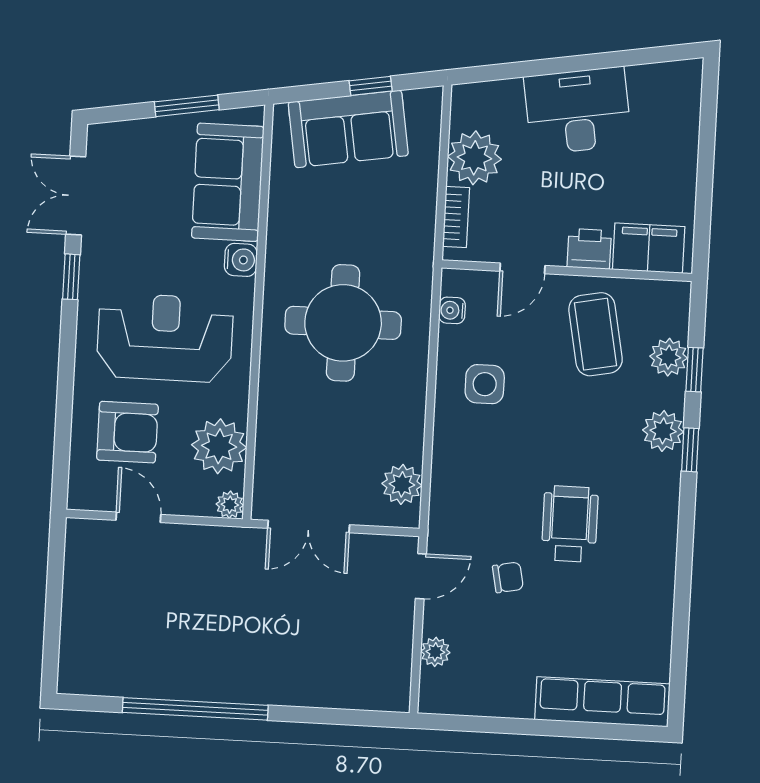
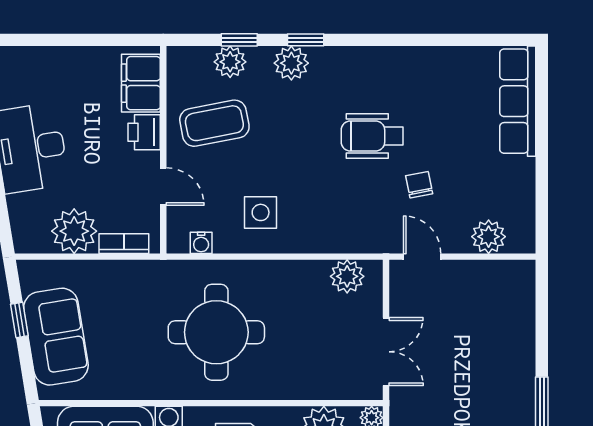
plant: (435, 652) -> (489, 237), width x1.38, depth x1.38

